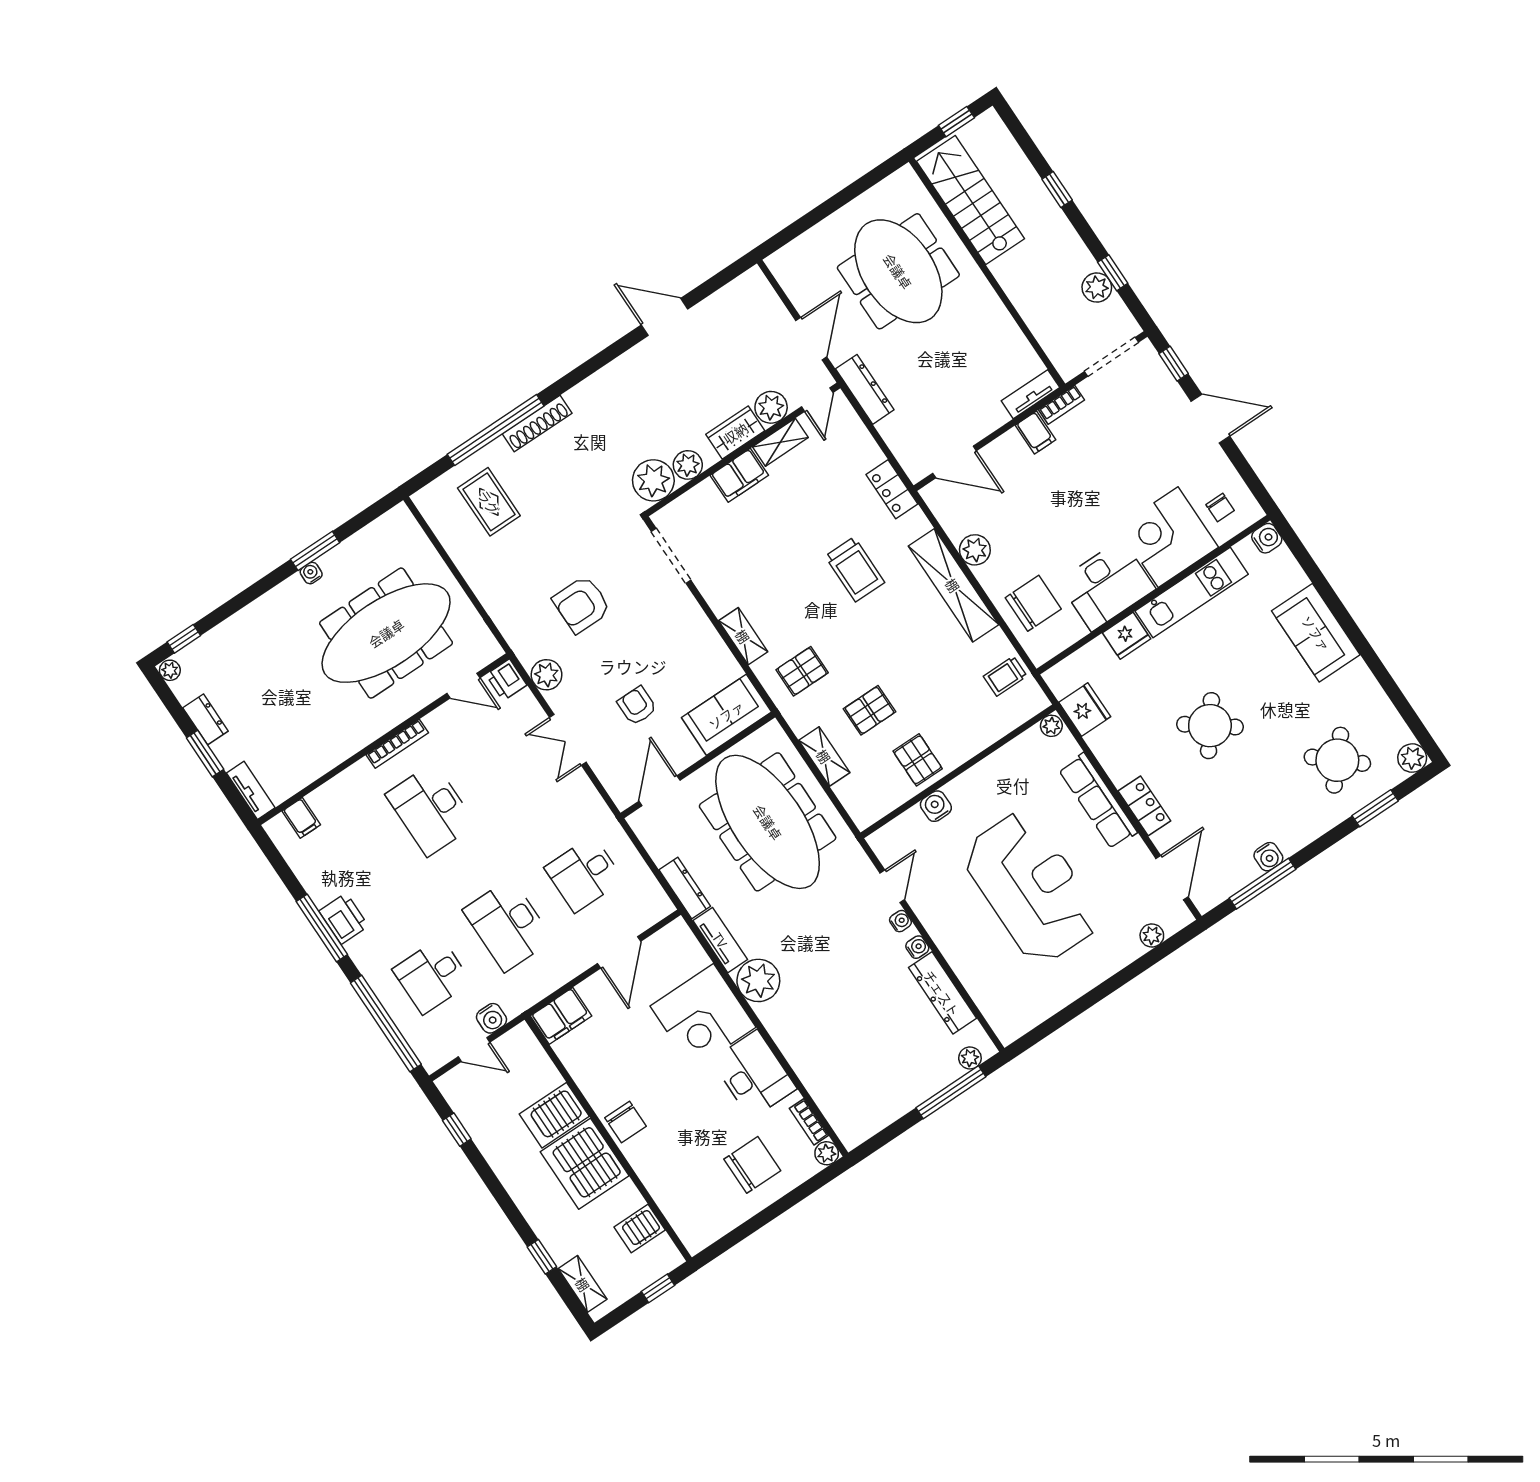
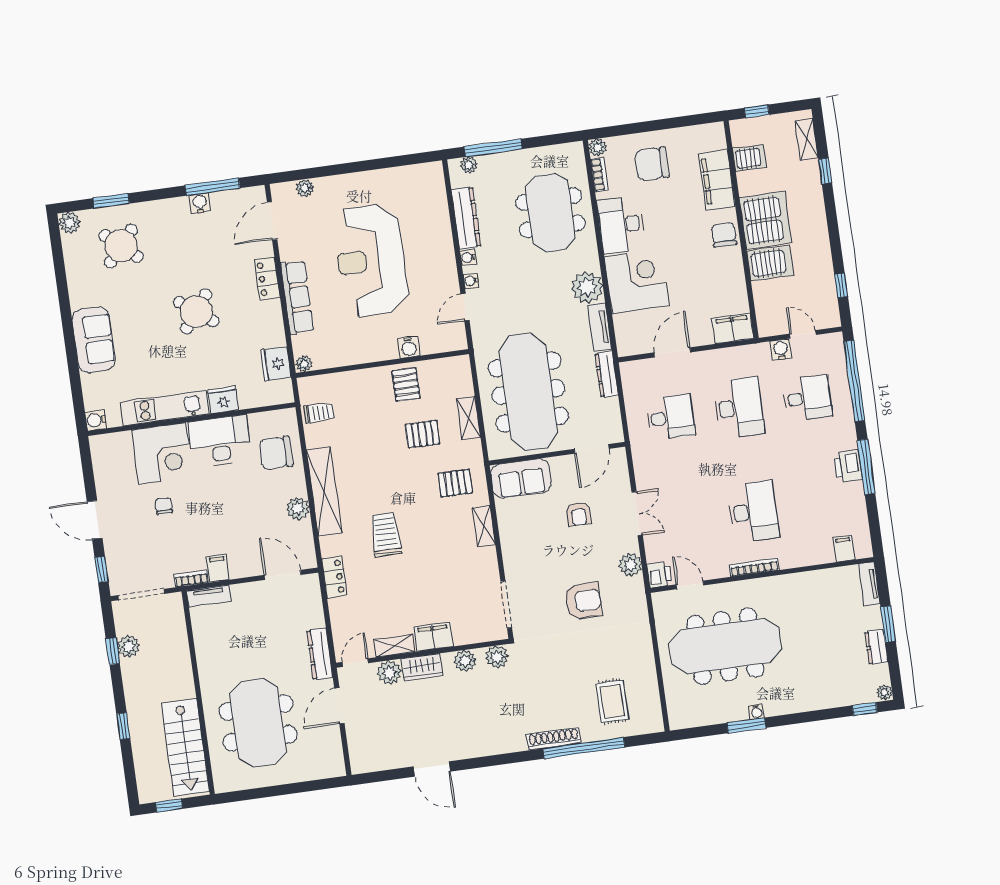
plant: (653, 480) -> (497, 657), width x0.73, depth x0.73
chair: (1220, 507) -> (164, 506), moved
meeting table: (845, 1048) -> (550, 213), added
filing cabinet: (666, 1184) -> (717, 180), added

